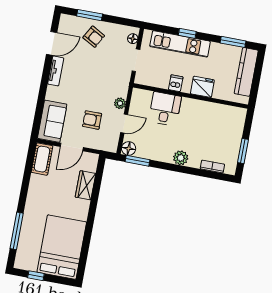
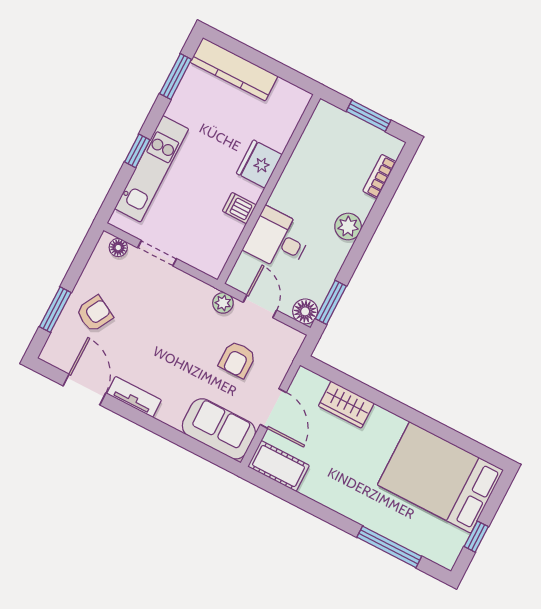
dishwasher: (176, 83) -> (239, 208), moved
fridge: (202, 87) -> (259, 164), moved
wall: (191, 96) -> (269, 189), moved
desk: (165, 109) -> (278, 240), moved

